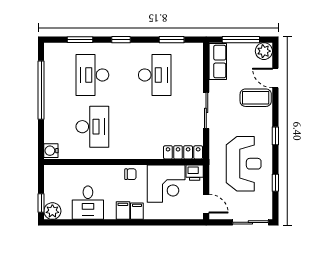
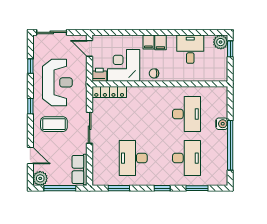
coffee table: (256, 98) -> (54, 124), moved
desk: (92, 127) -> (186, 114), turned 180
water cooler: (51, 151) -> (222, 124), moved
reception desk: (244, 164) -> (57, 82), turned 180

